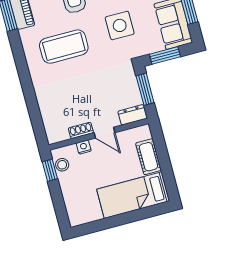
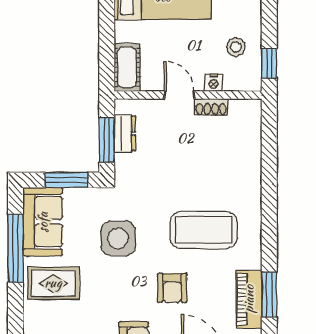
dresser: (132, 115) -> (125, 134), moved, turned -90
cot: (148, 157) -> (127, 67), moved
stool: (62, 165) -> (236, 47), moved

